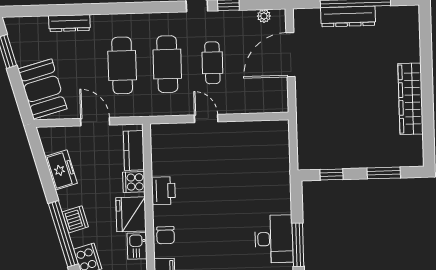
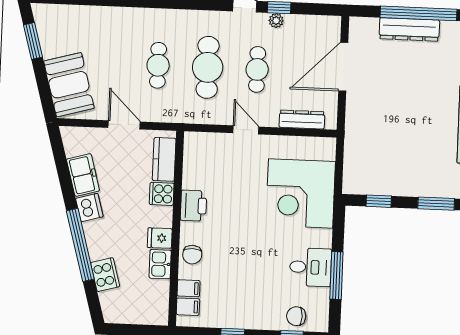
plant: (264, 16) -> (276, 21), moved
dresser: (69, 23) -> (302, 120), moved, turned 180
cafe table: (122, 65) -> (158, 65), width x0.73, depth x0.74
corner desk: (260, 173) -> (301, 193), added
fridge: (131, 214) -> (160, 238), width x0.53, depth x0.75
dishwasher: (75, 219) -> (89, 208), moved
desk: (274, 239) -> (310, 267), width x0.73

